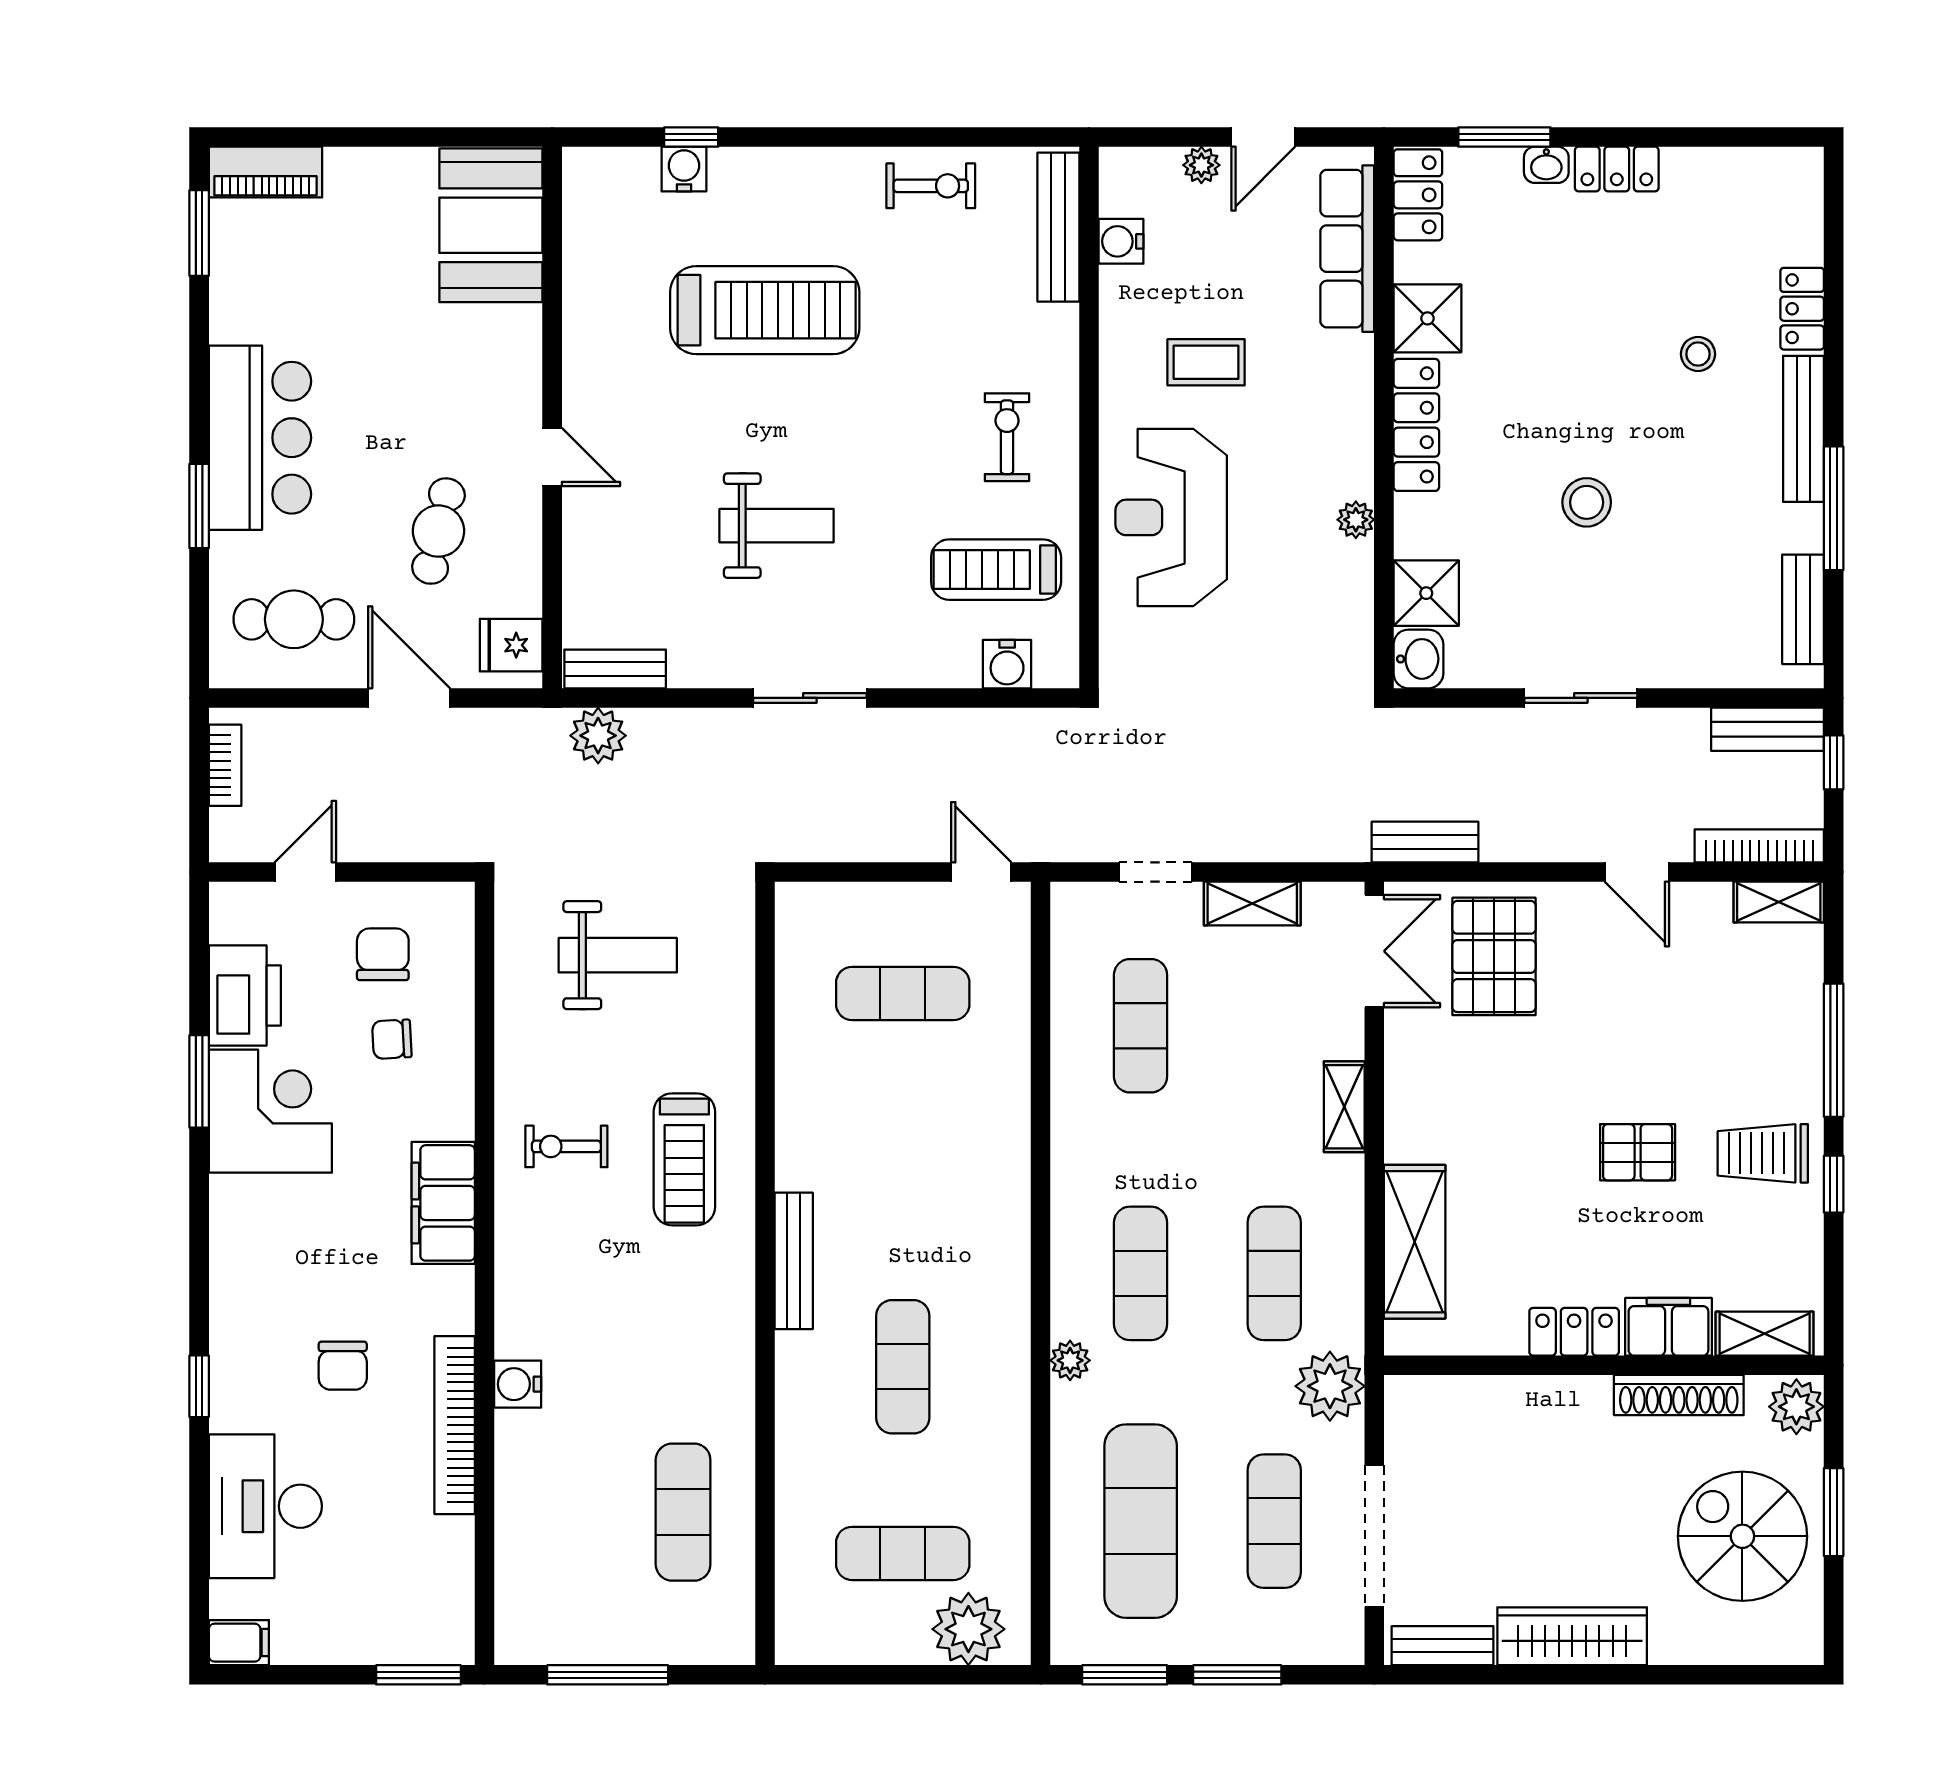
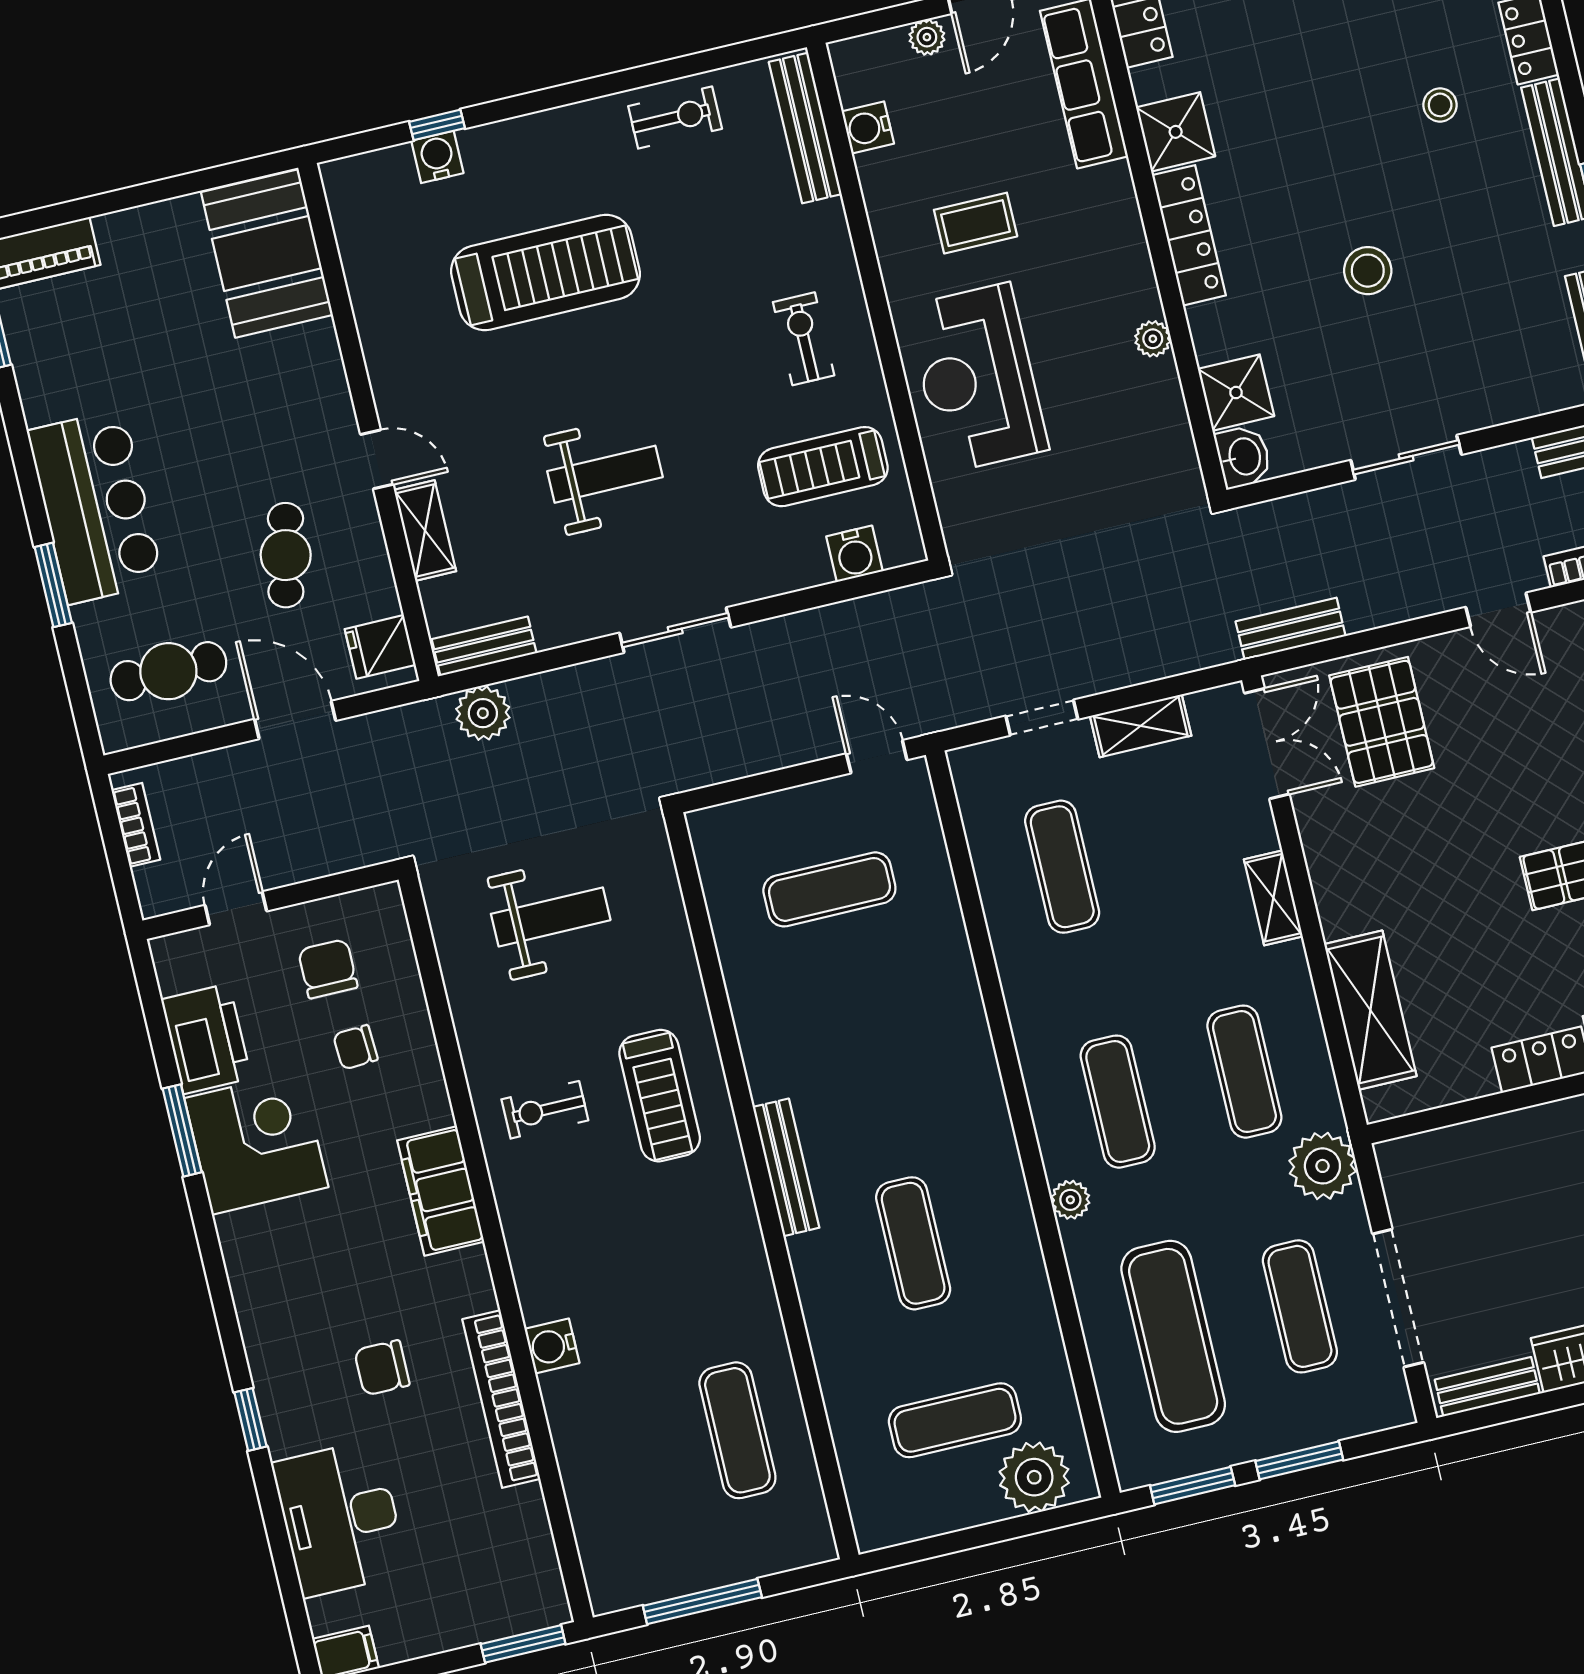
shelving: (583, 539) -> (425, 531), added
chair: (343, 1366) -> (382, 1368), turned 90

